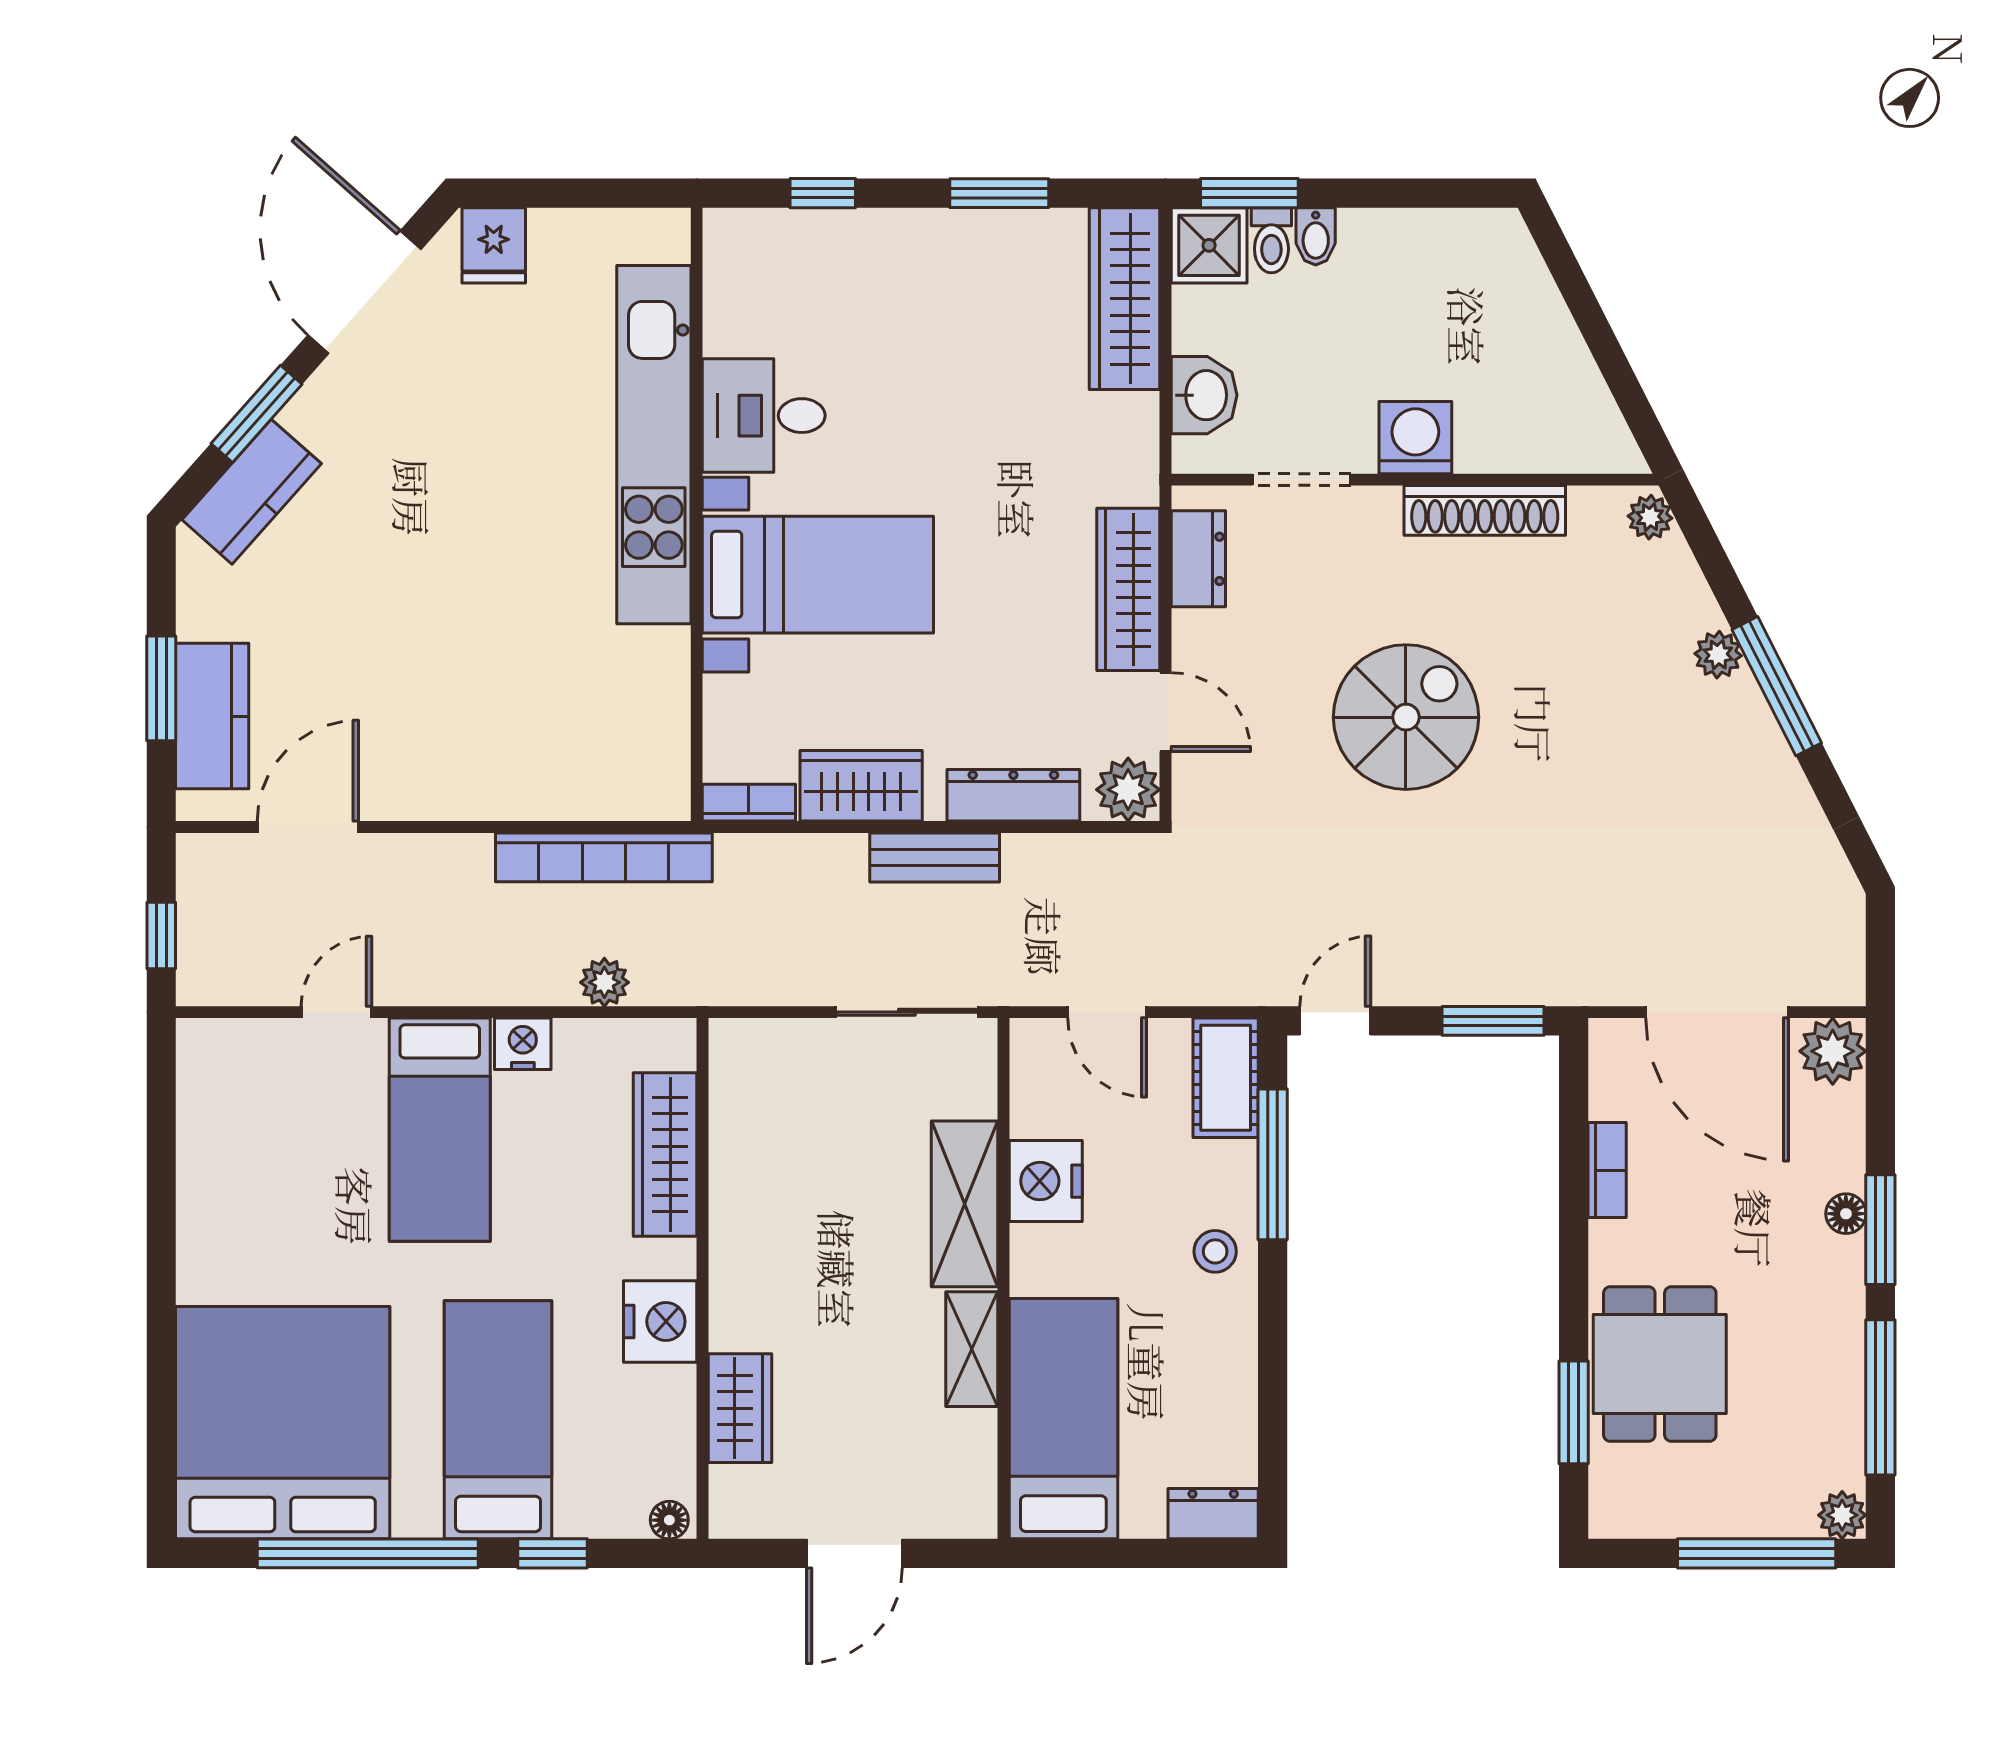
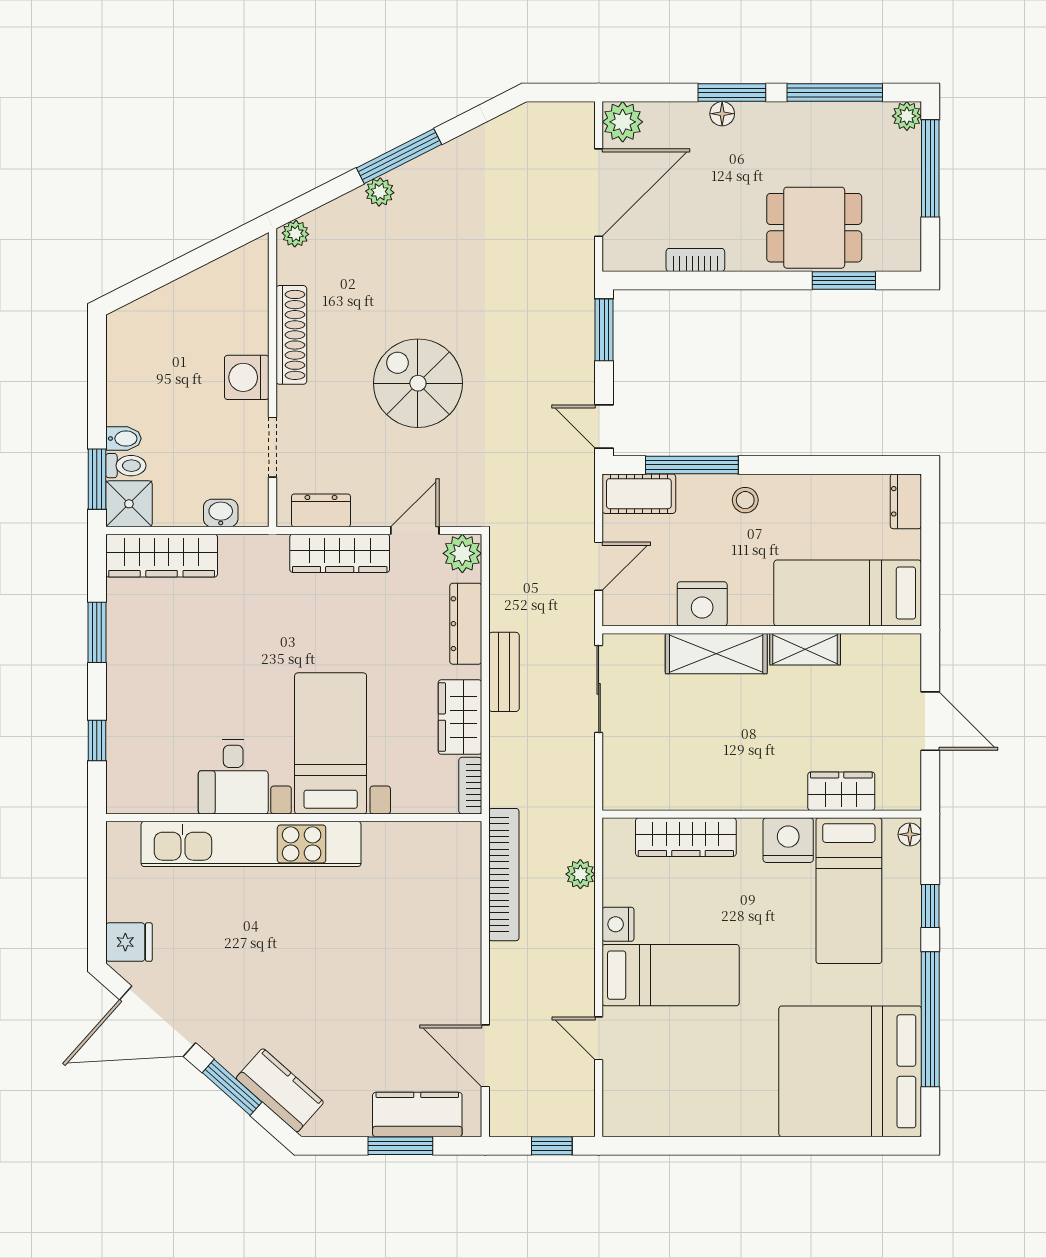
washbasin: (1204, 395) -> (221, 513), width x0.72, depth x0.69
bed: (498, 1420) -> (849, 891), moved, turned -90

